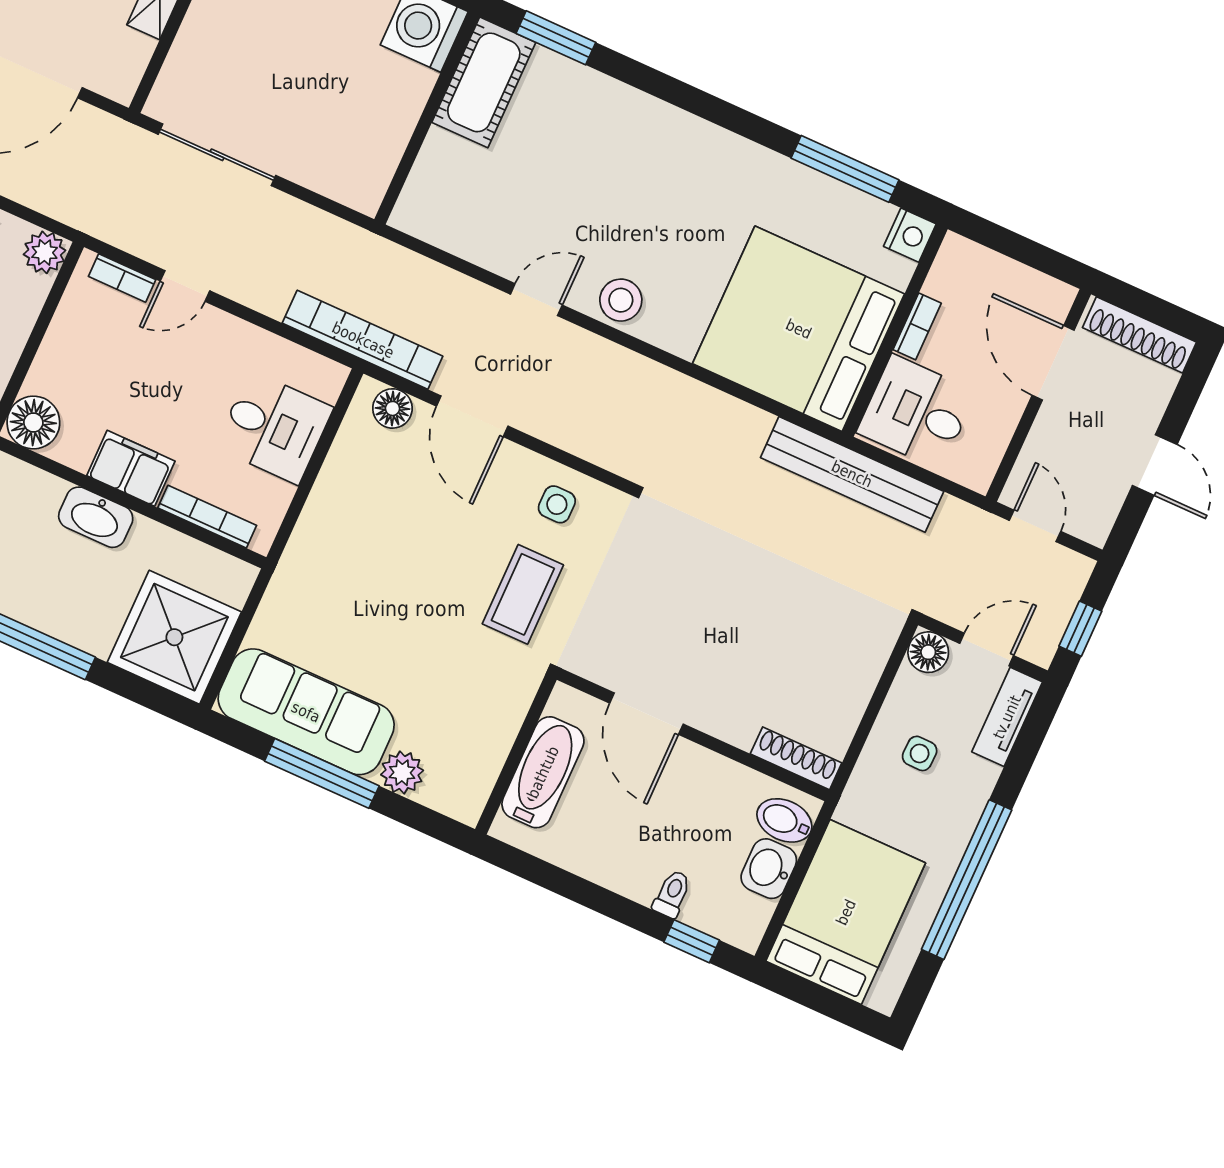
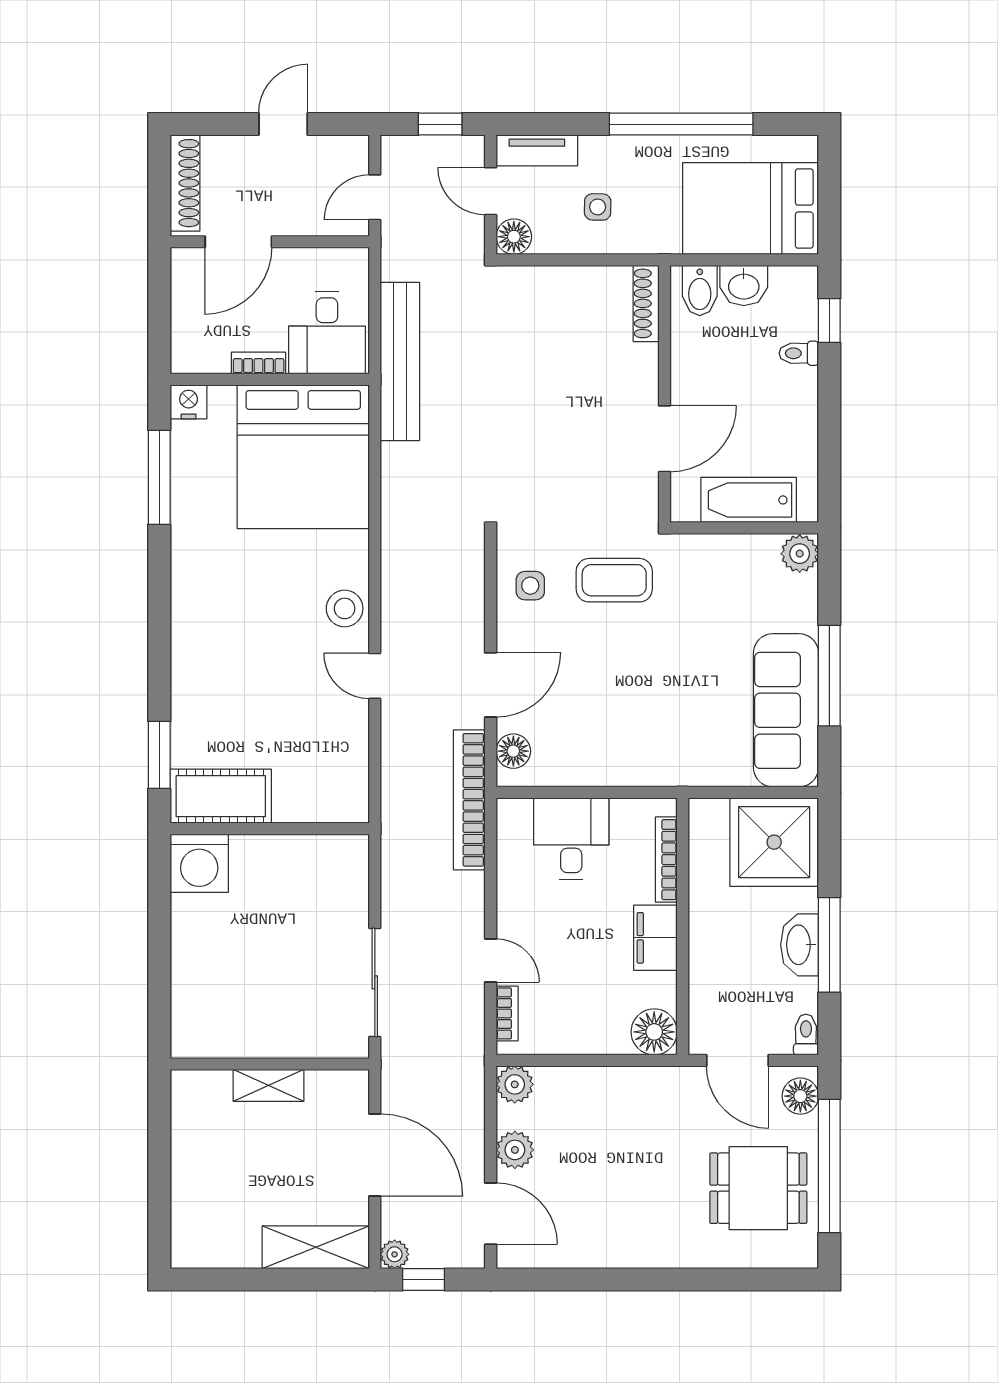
washbasin: (96, 517) -> (800, 945), moved, turned 180
plant: (402, 773) -> (800, 554), moved

